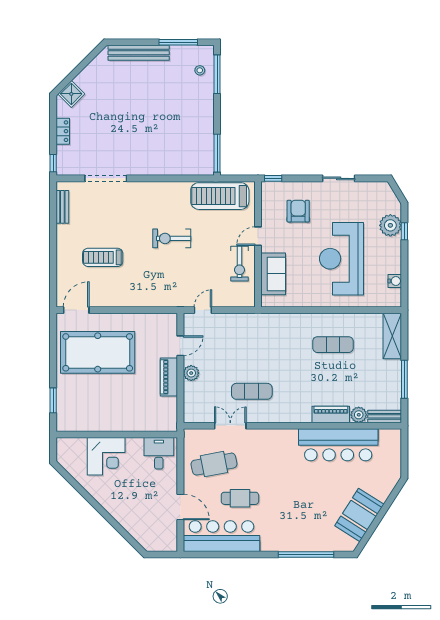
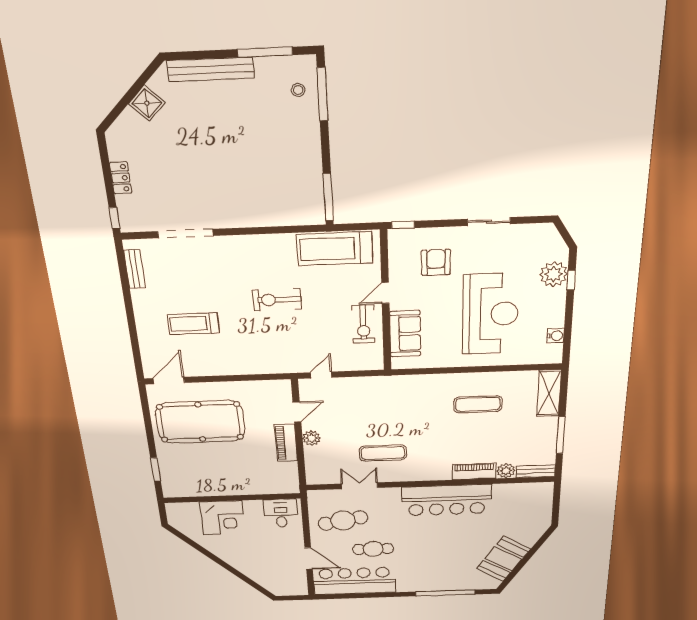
shower: (71, 94) -> (147, 103), moved
reception desk: (341, 259) -> (490, 314), turned 180
bar counter: (338, 445) -> (447, 500), moved

